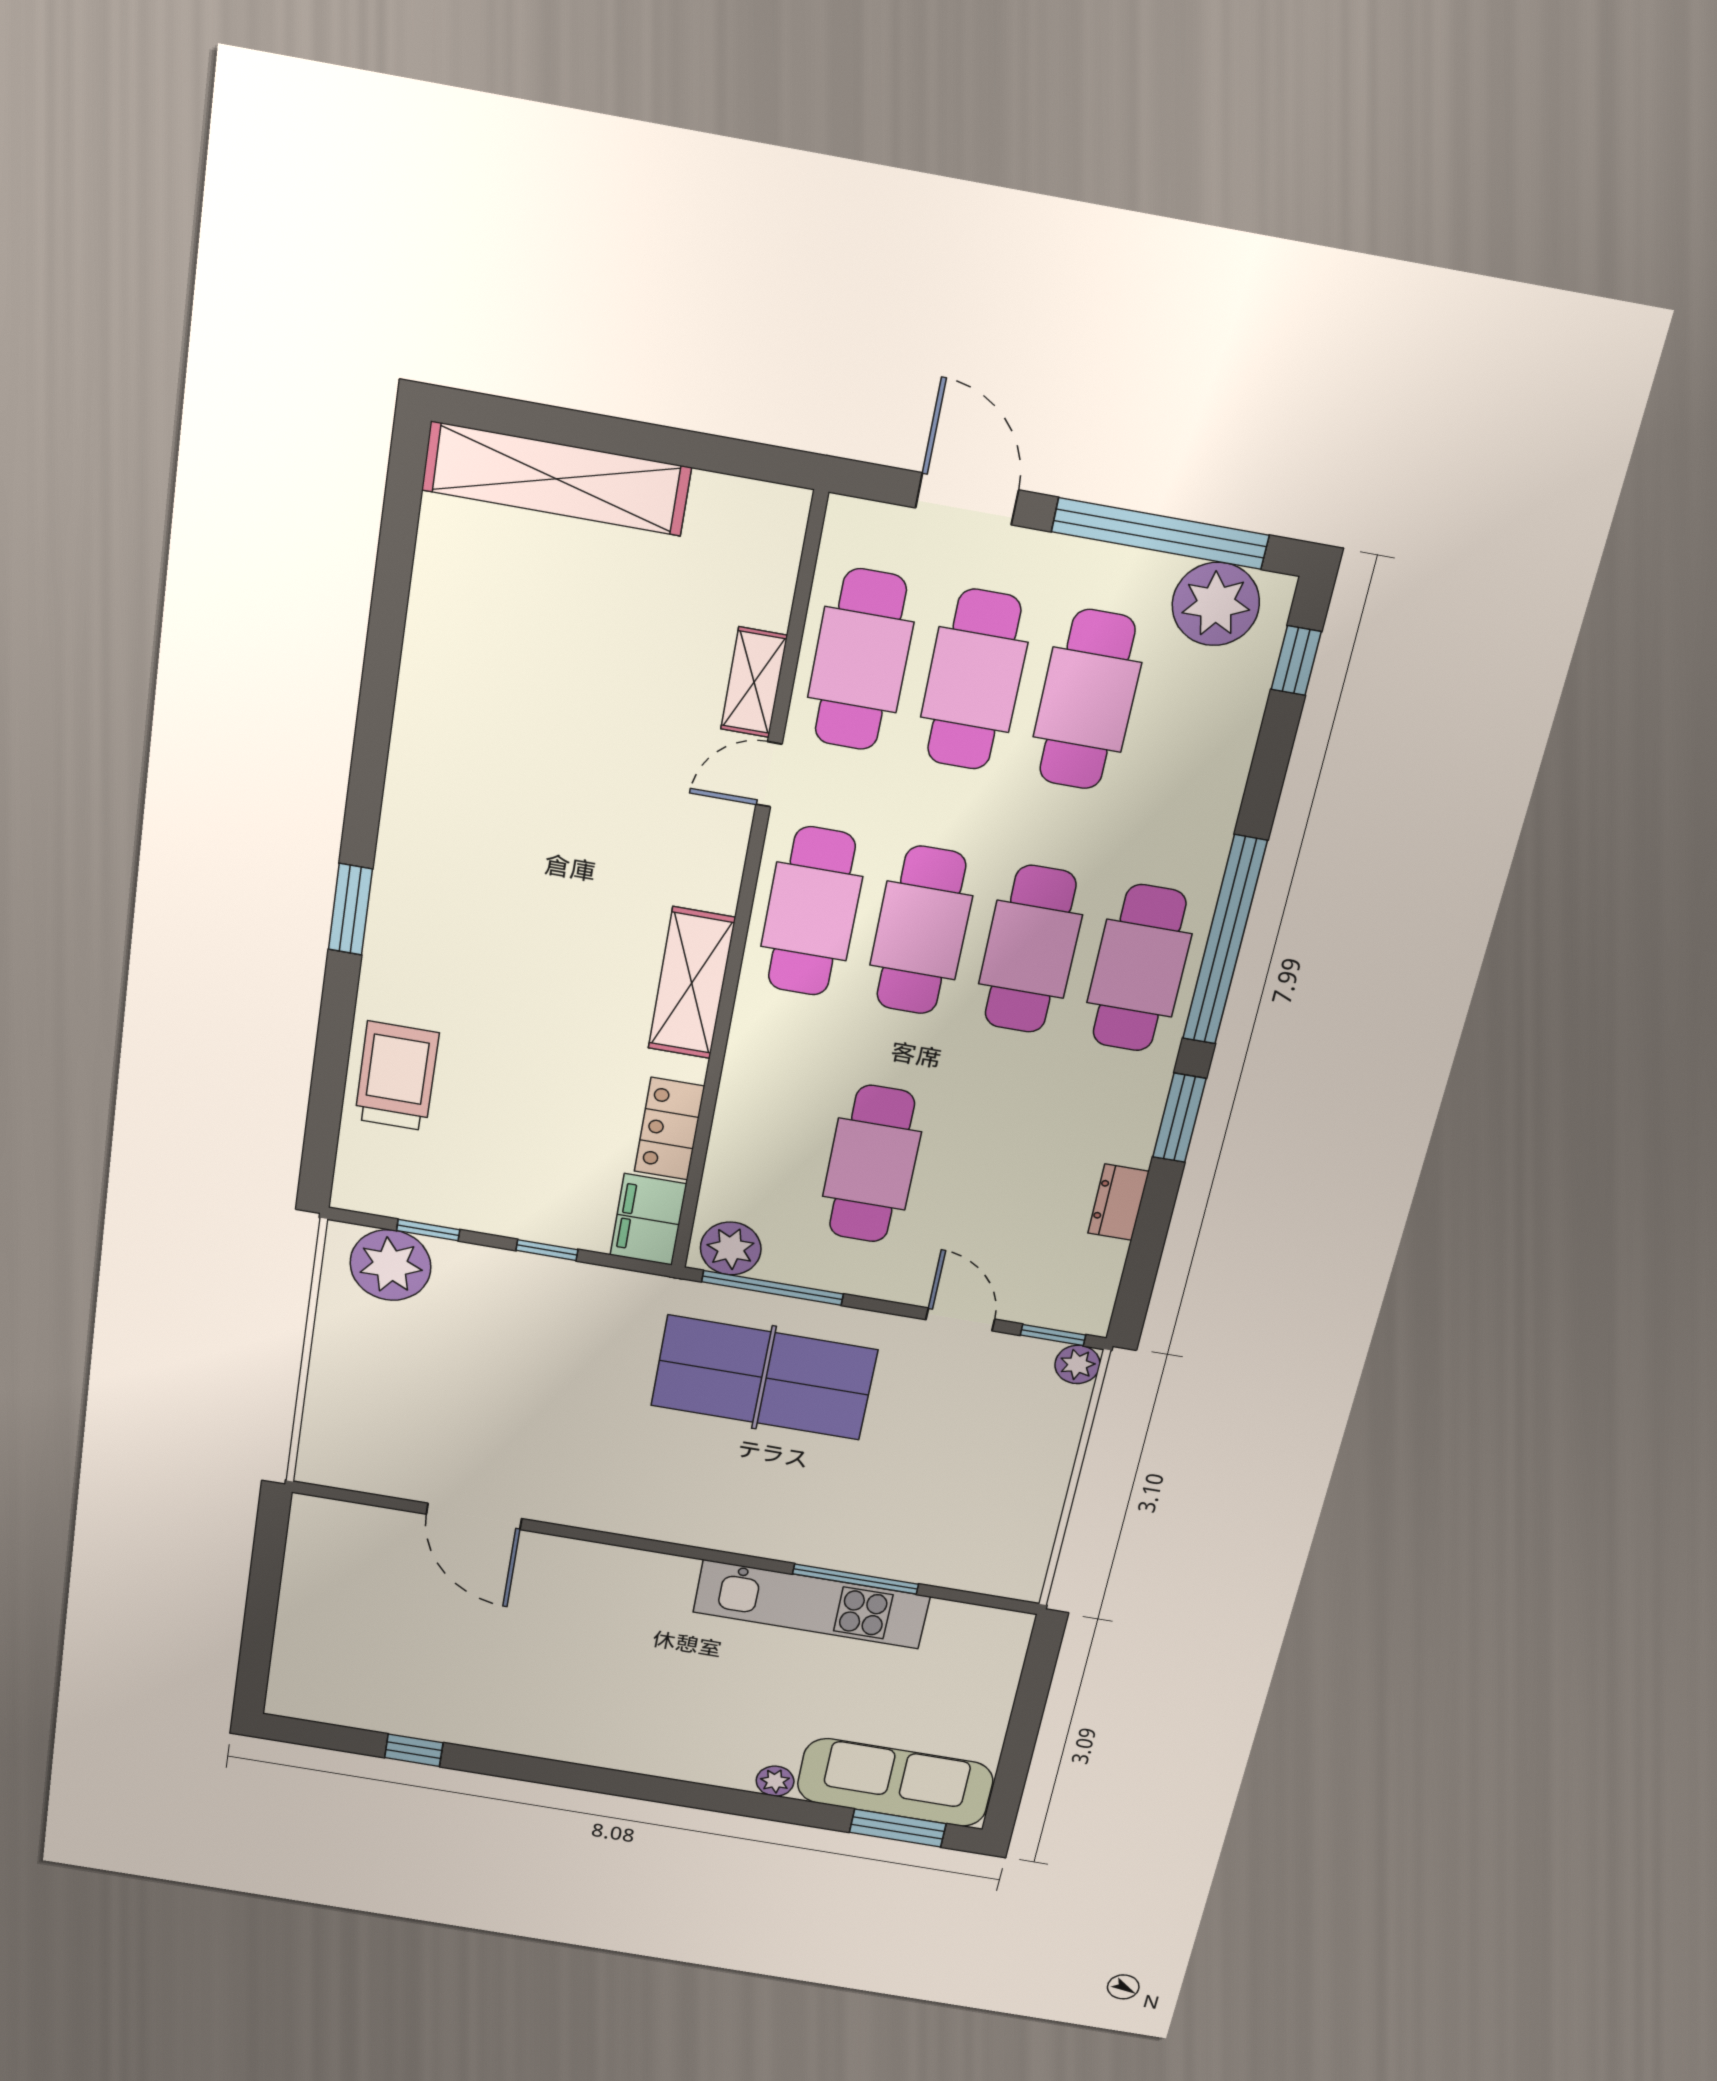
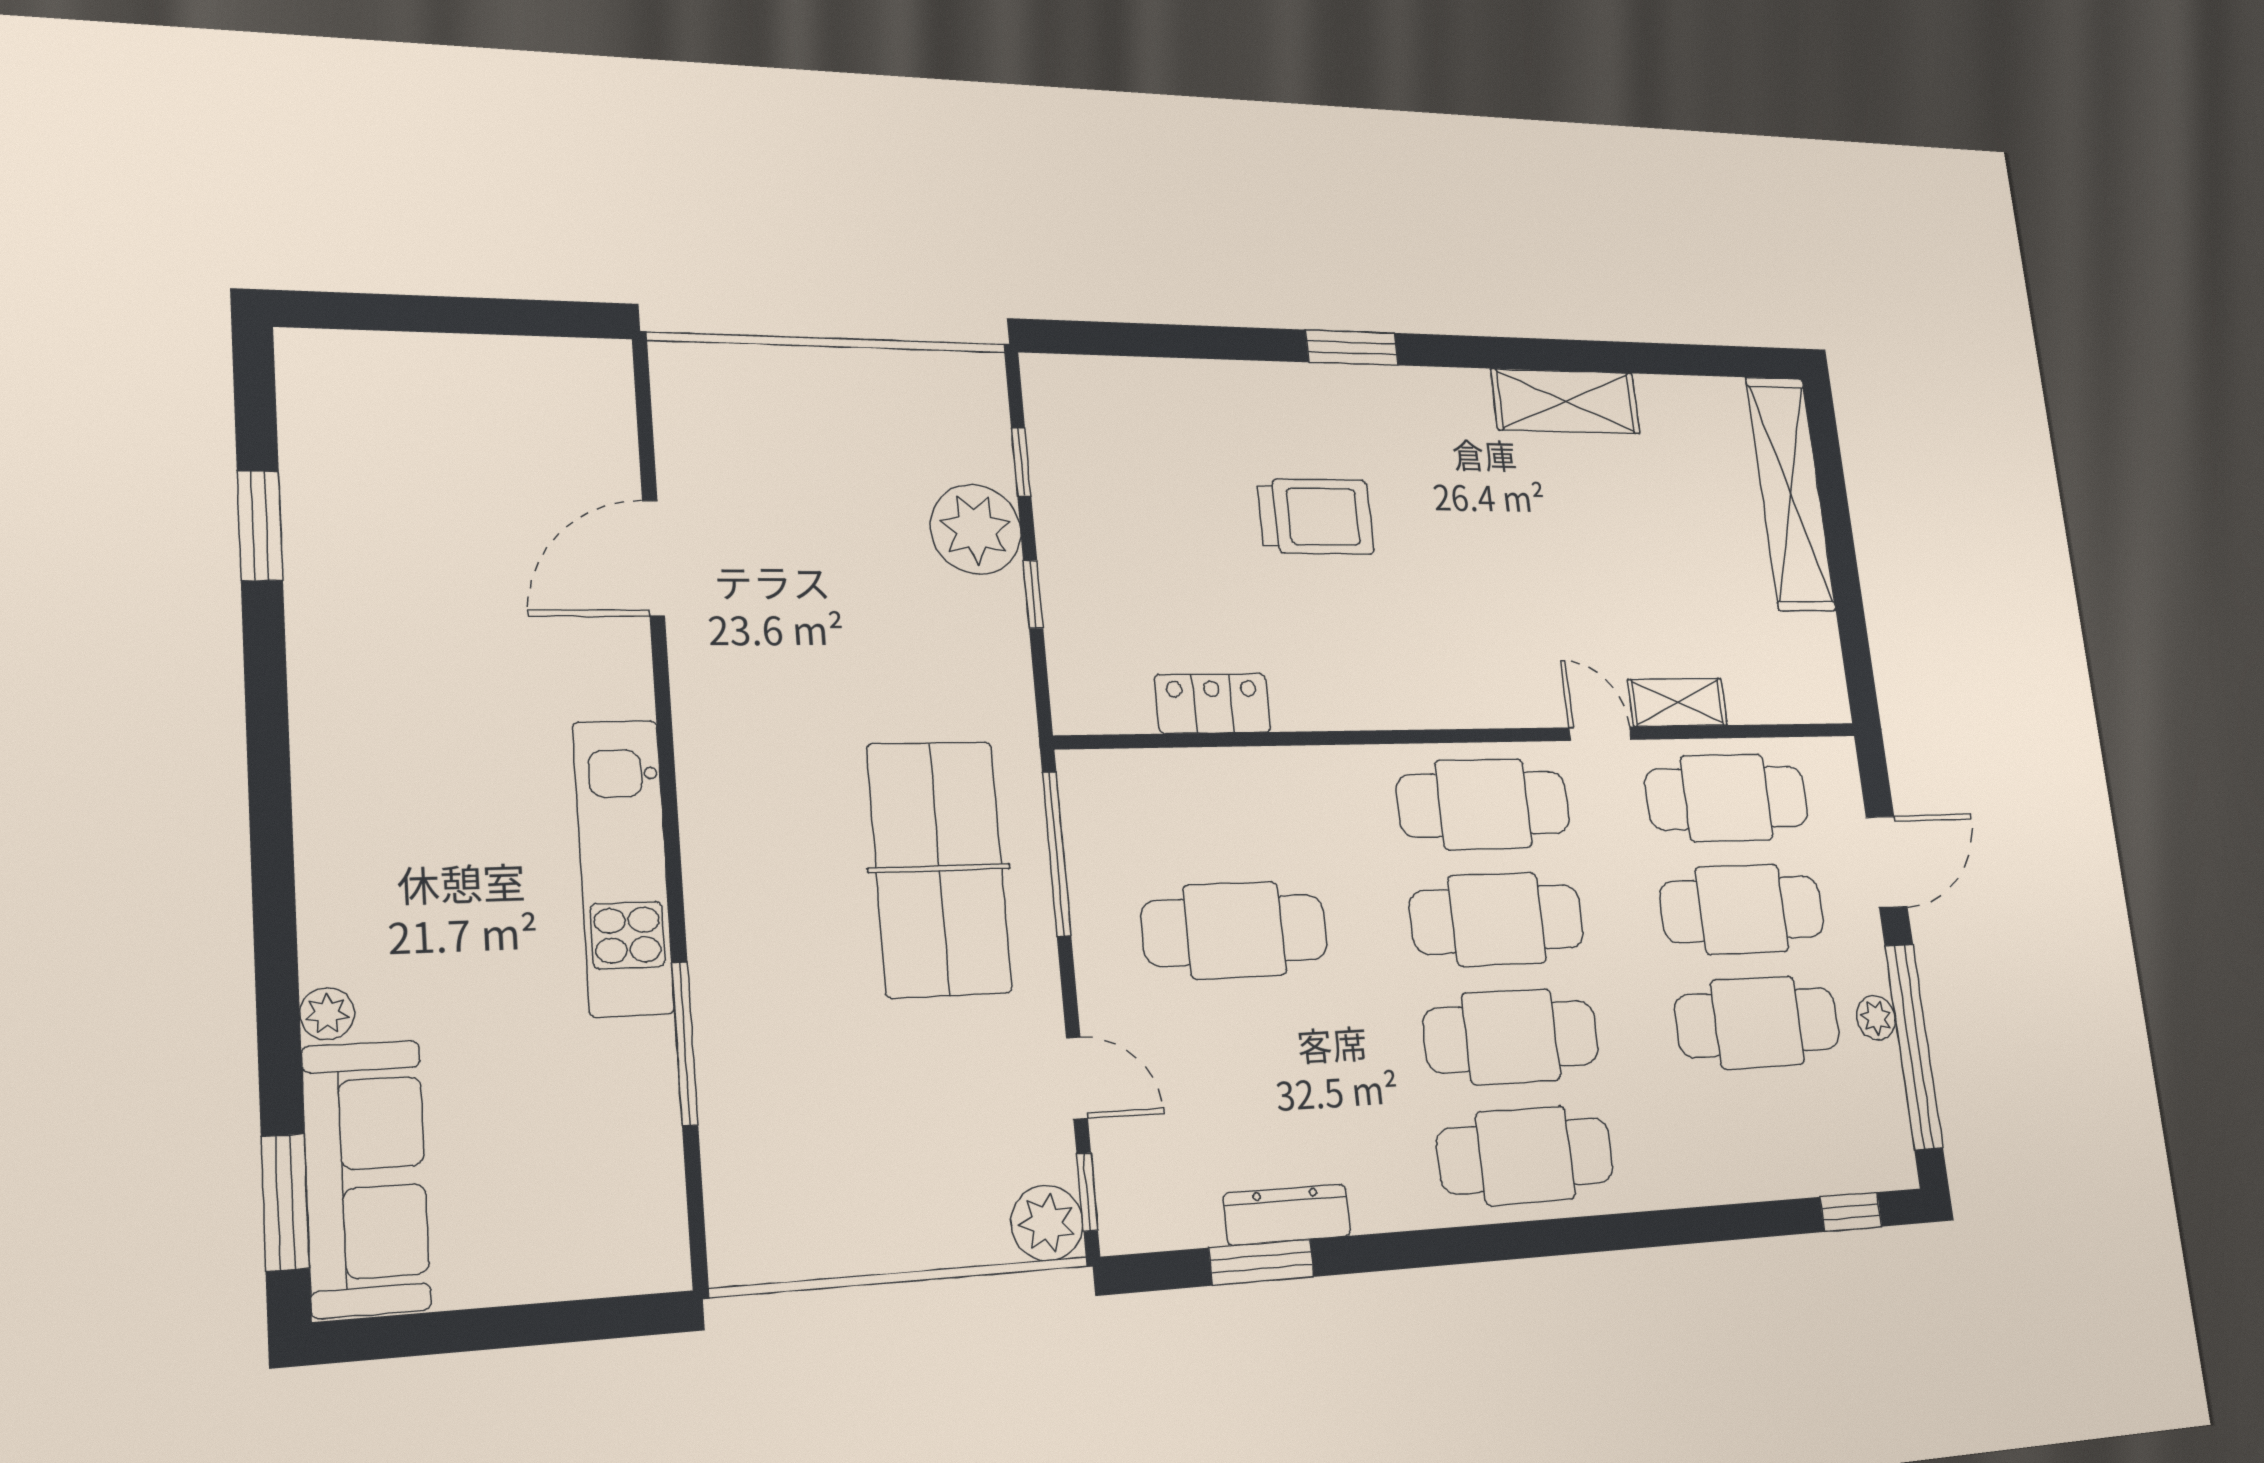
plant: (1216, 604) -> (1876, 1018), moved, width x0.53, depth x0.53
window: (1225, 940) -> (1579, 1235), removed
shelving: (692, 983) -> (1566, 401), moved
trolley: (397, 1076) -> (1316, 517), moved
window: (1179, 1118) -> (1261, 1262), moved
dresser: (1118, 1202) -> (1287, 1215), width x1.44
filing cabinet: (648, 1220) -> (1101, 699), removed
plant: (731, 1249) -> (1092, 797), removed
plant: (390, 1265) -> (976, 529), moved
door: (960, 1319) -> (1077, 1078), hinge flipped
plant: (1077, 1364) -> (1047, 1223), width x1.38, depth x1.38
kitchen unit: (811, 1604) -> (623, 867), moved
window: (414, 1750) -> (260, 526), width x1.50

